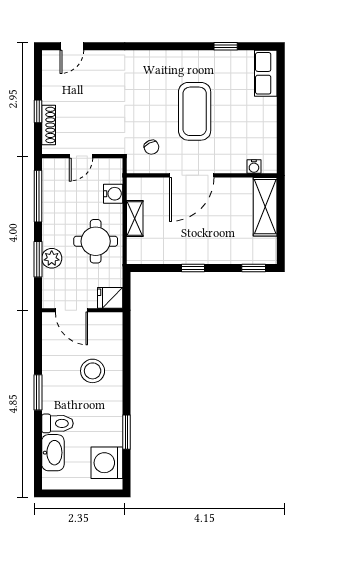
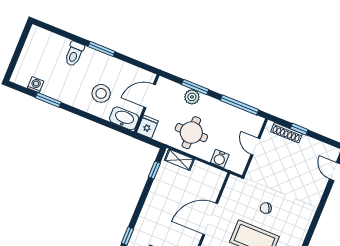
chair: (151, 147) -> (266, 208), moved
door: (192, 175) -> (210, 219), hinge flipped
shelving: (135, 218) -> (179, 160), moved
window: (193, 268) -> (154, 170), moved
washbasin: (53, 453) -> (124, 118), moved, turned 180
washing machine: (107, 463) -> (36, 85), width x0.53, depth x0.53

